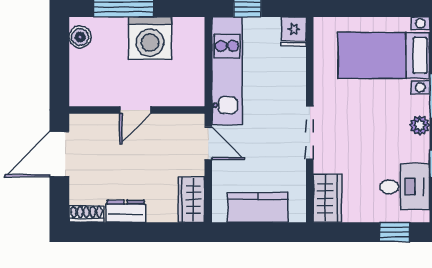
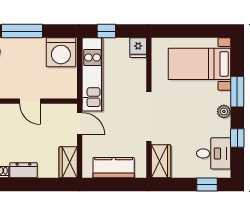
washing machine: (150, 38) -> (61, 52), moved
door: (135, 110) -> (30, 101), hinge flipped
doorway: (310, 133) -> (149, 117), width x1.36

